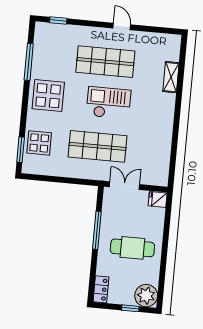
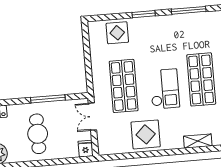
display table: (48, 96) -> (146, 134), moved
window: (21, 150) -> (144, 14), moved
double door: (124, 186) -> (92, 117), swing flipped

